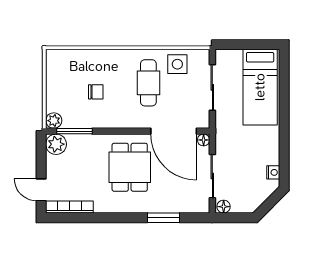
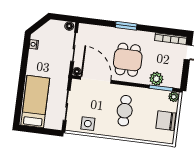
cafe table: (148, 83) -> (125, 111), moved
chair: (96, 92) -> (166, 121), moved, width x1.87, depth x1.87
plant: (56, 144) -> (156, 79), moved
window: (164, 218) -> (126, 26), moved

